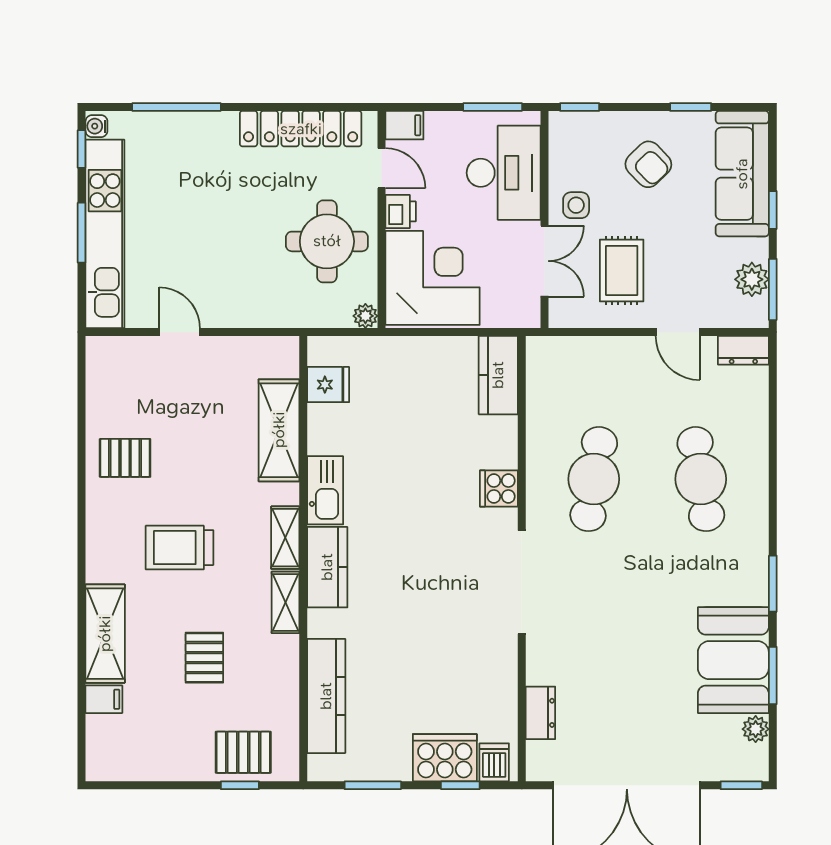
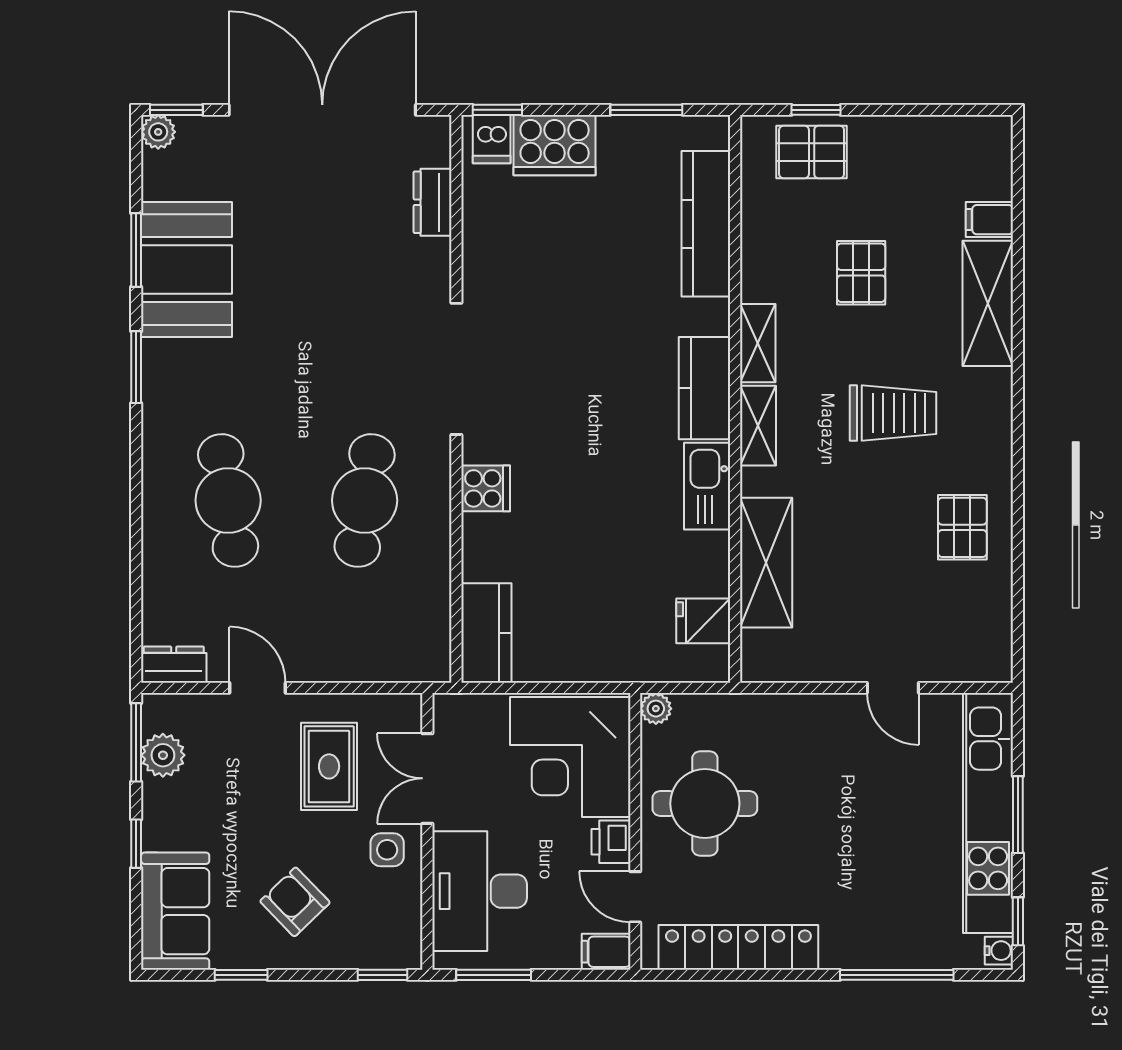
sofa: (742, 174) -> (175, 911), width x0.73
pallet: (125, 458) -> (962, 527), turned 90
plant: (756, 729) -> (158, 132), moved
window: (460, 785) -> (497, 110), moved

